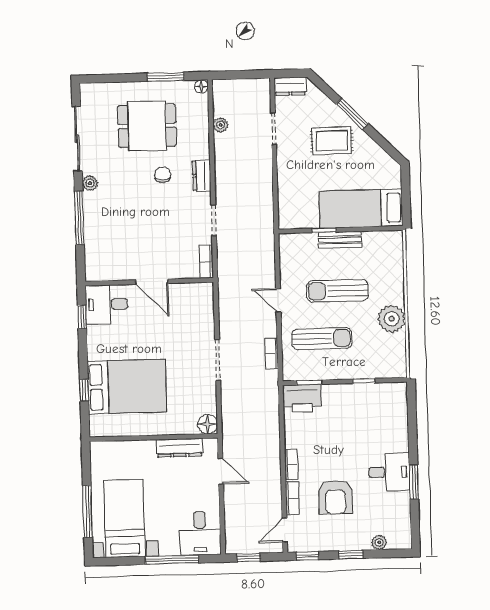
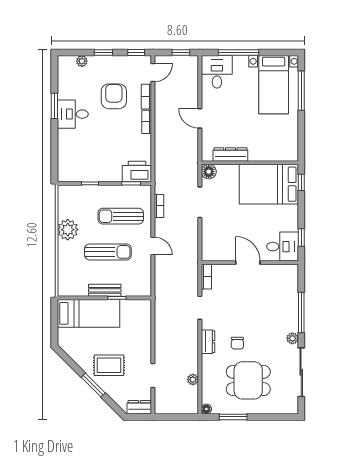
floor lamp: (208, 424) -> (209, 172), moved
wall: (154, 437) -> (250, 163), moved
dresser: (180, 448) -> (230, 155), moved

